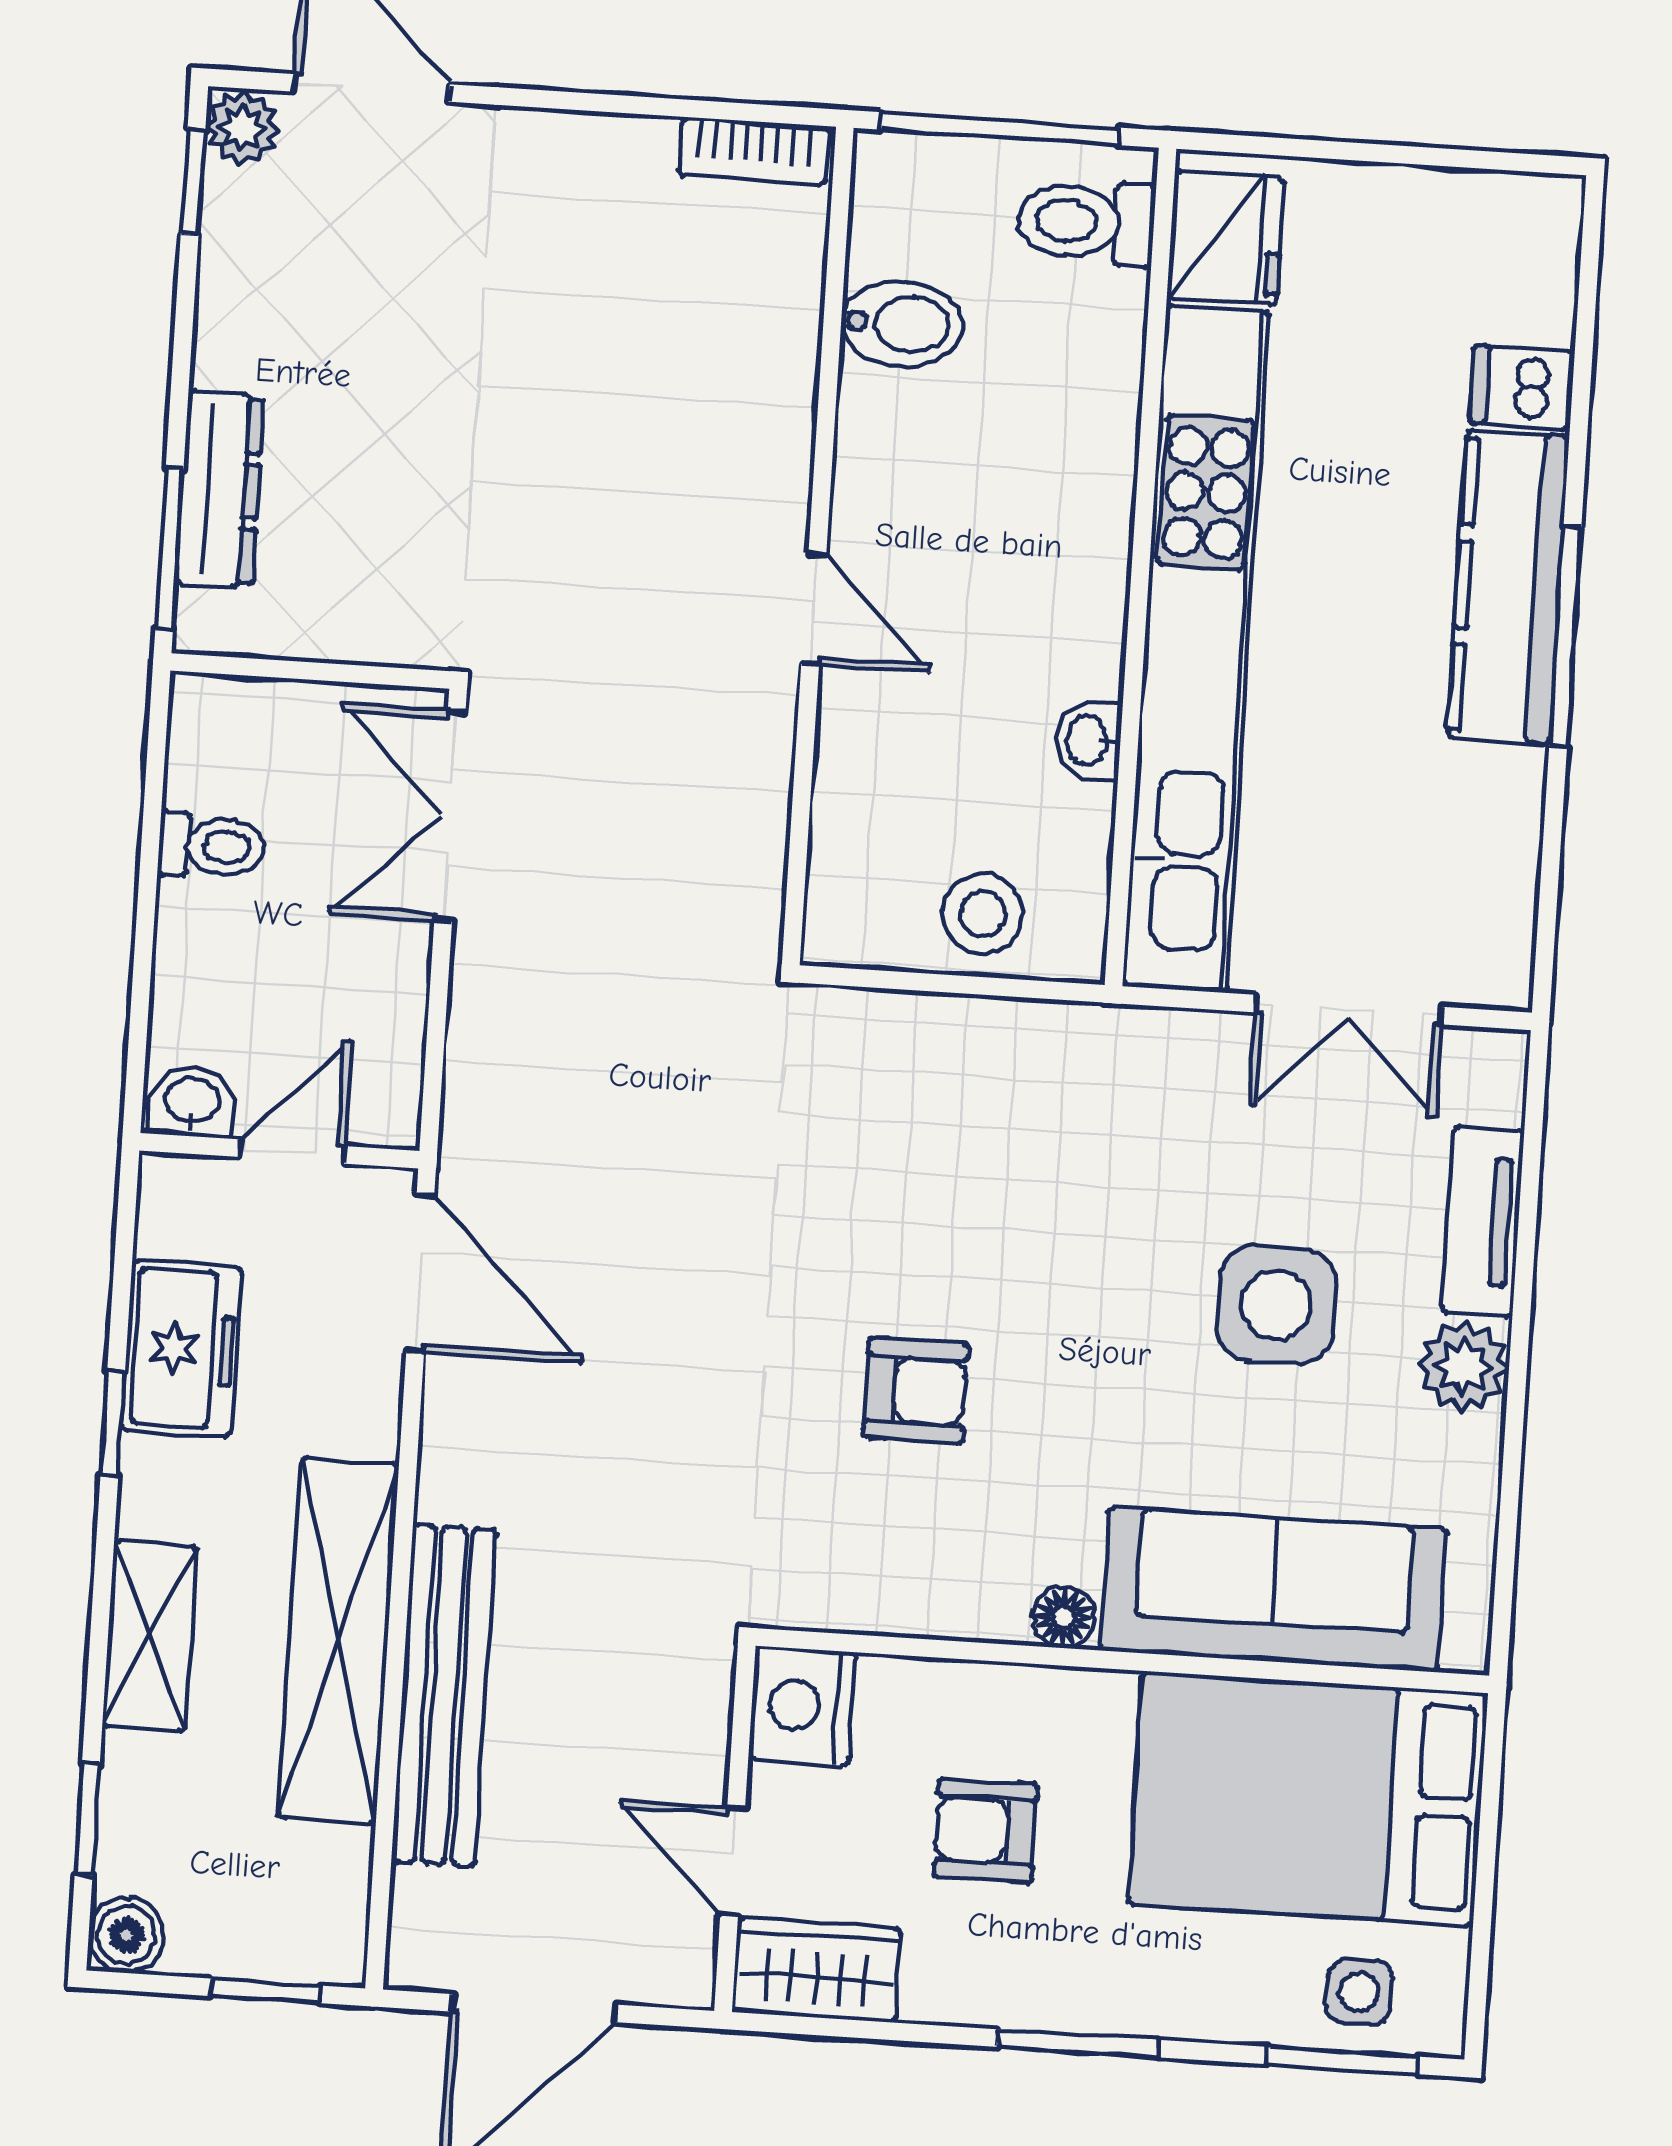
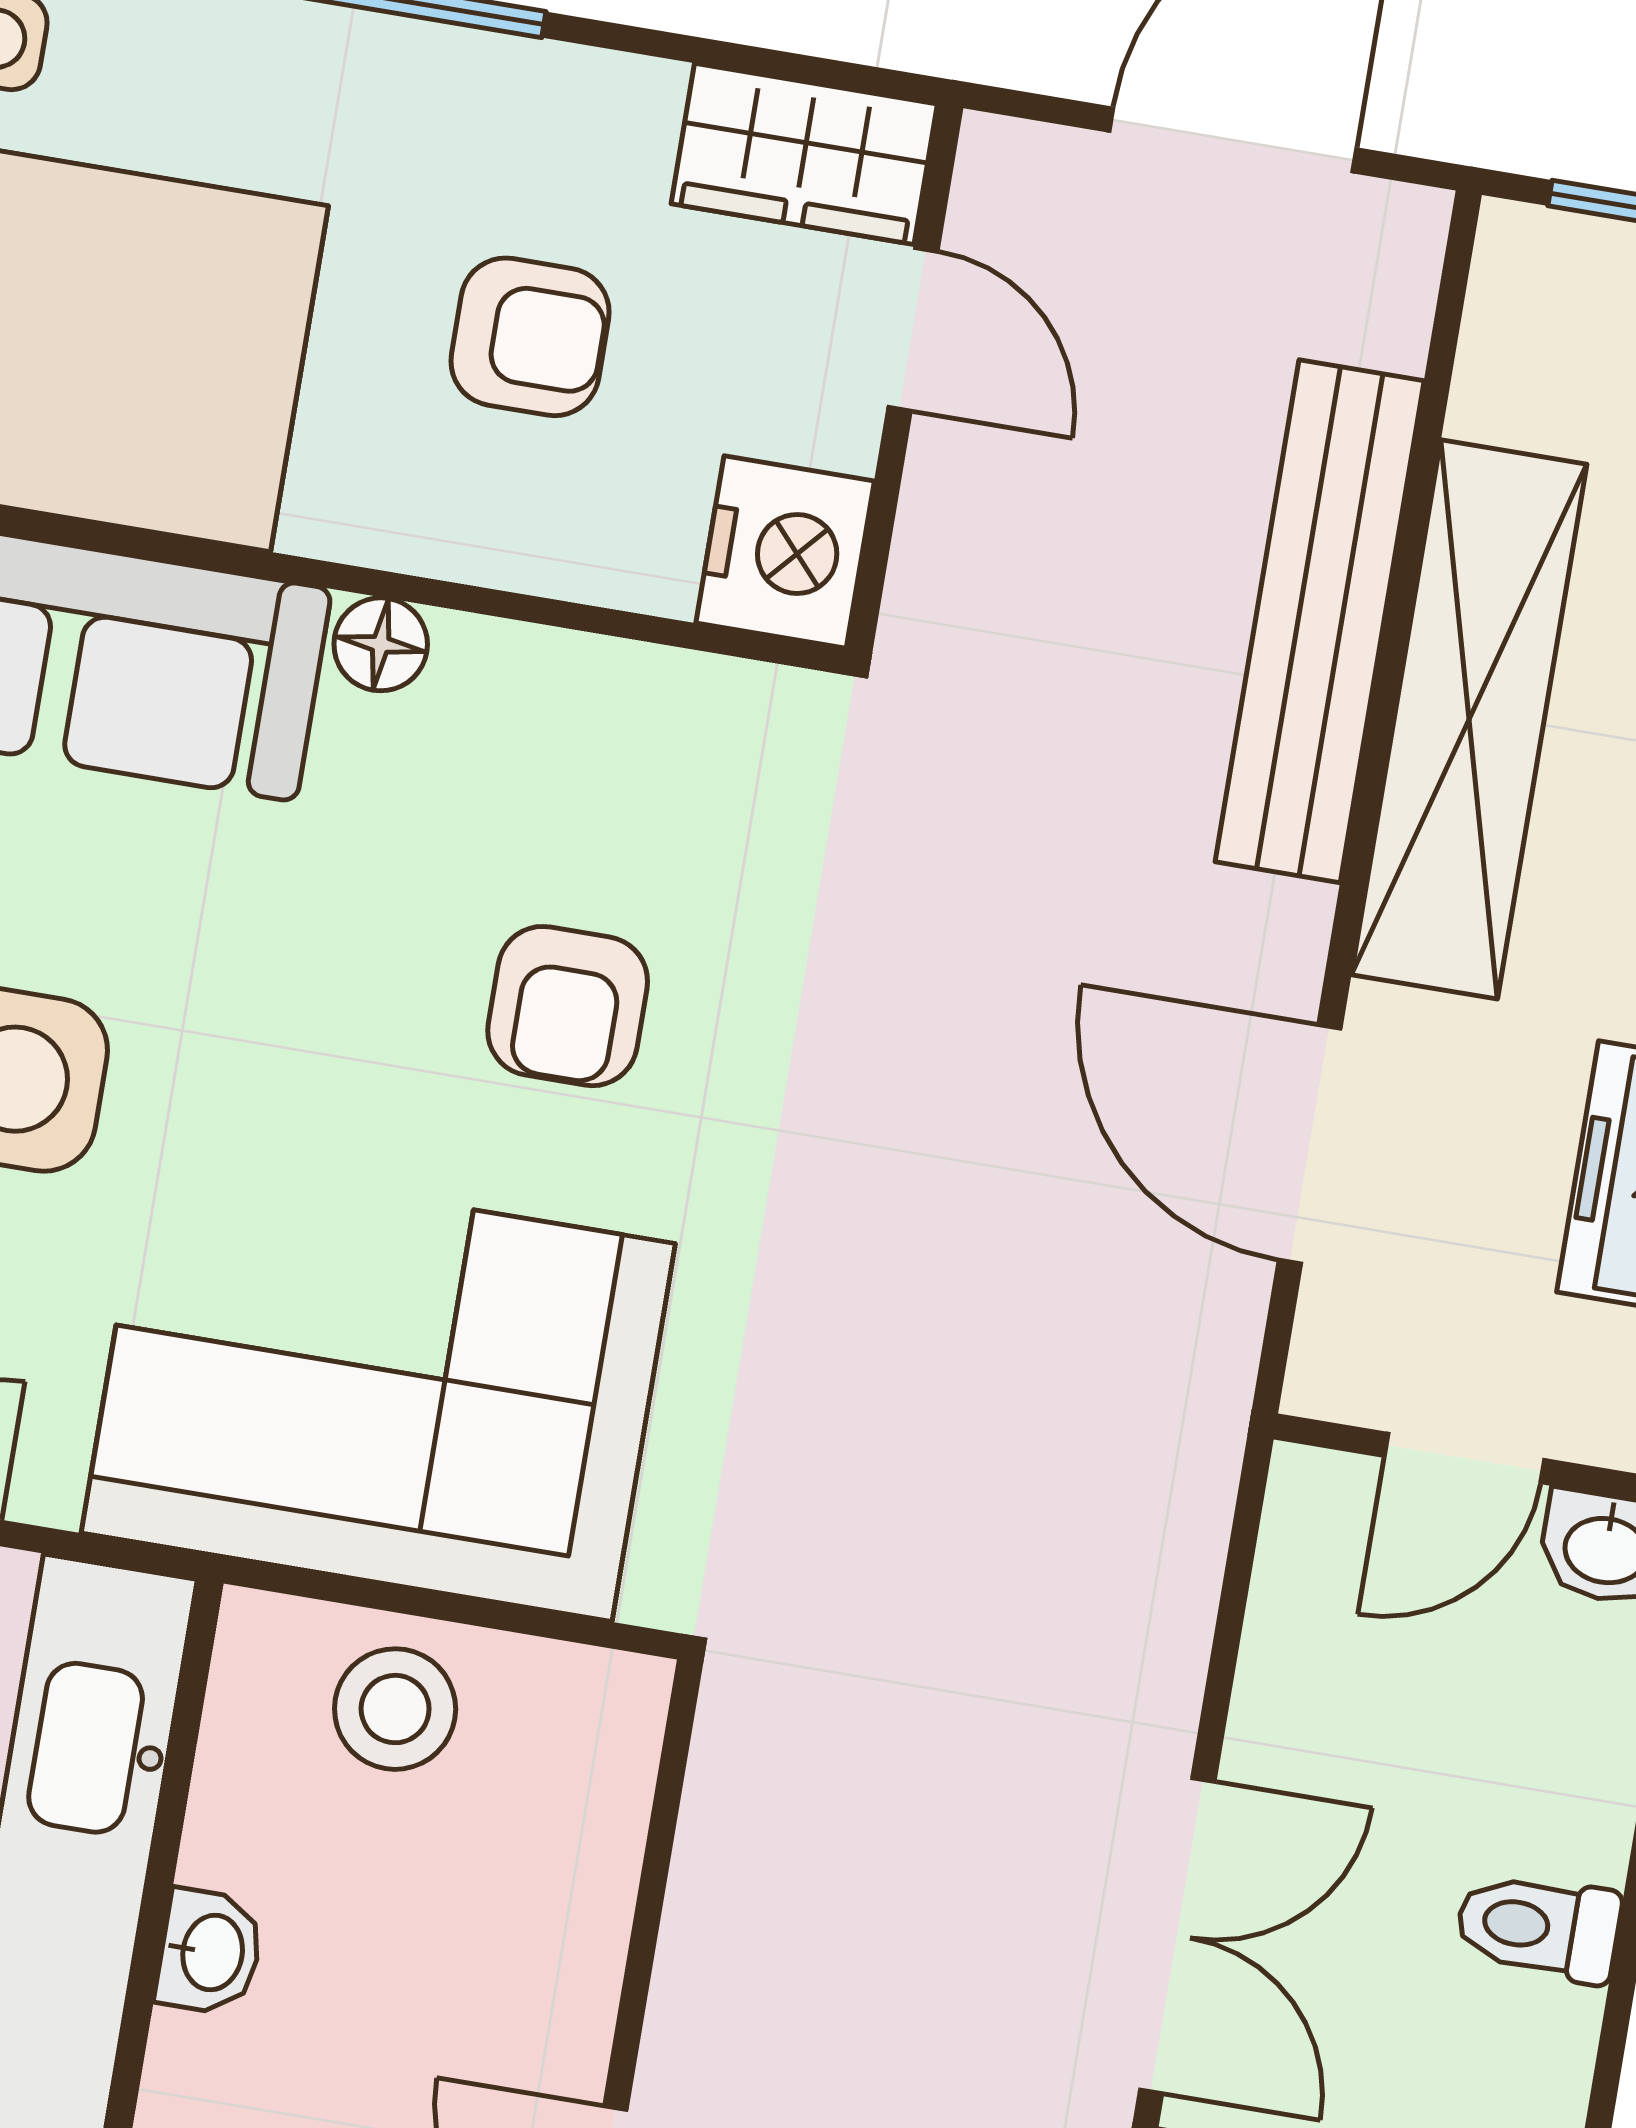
corner sofa: (1015, 1125) -> (378, 1388), added
door: (420, 1273) -> (1310, 1144), moved
armchair: (916, 1390) -> (568, 1006), turned -90

